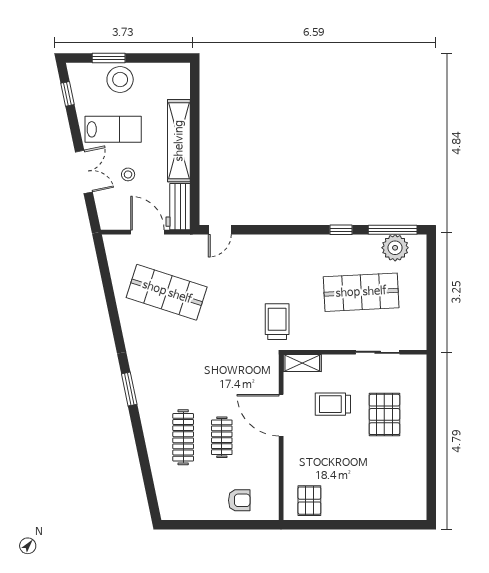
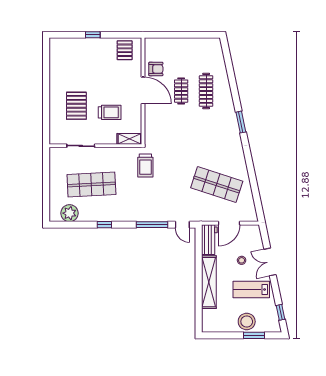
door: (220, 230) -> (182, 225), swing flipped
window: (393, 230) -> (152, 225), moved
door: (147, 232) -> (229, 223), hinge flipped
door: (281, 415) -> (143, 90), moved
armchair: (239, 500) -> (156, 69), moved, turned 180
window: (359, 525) -> (93, 35), added

